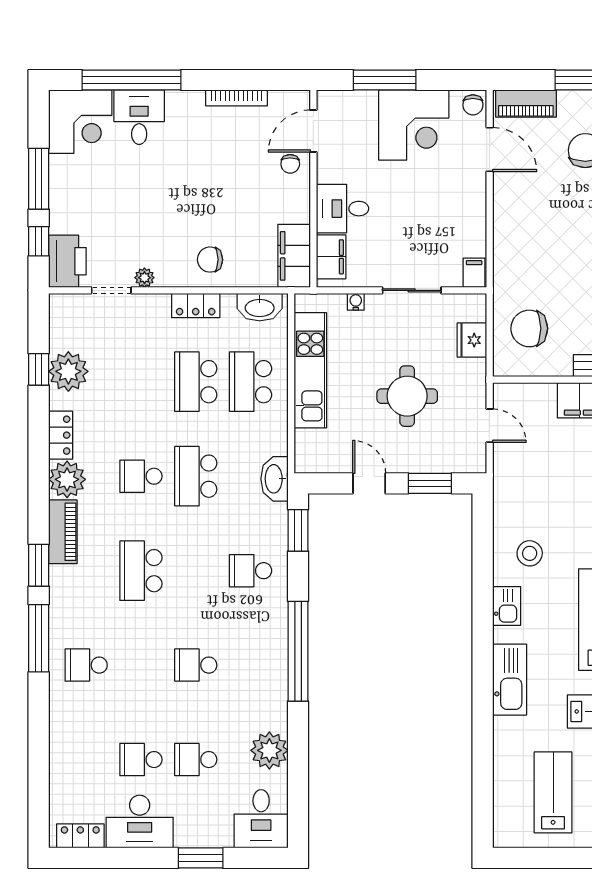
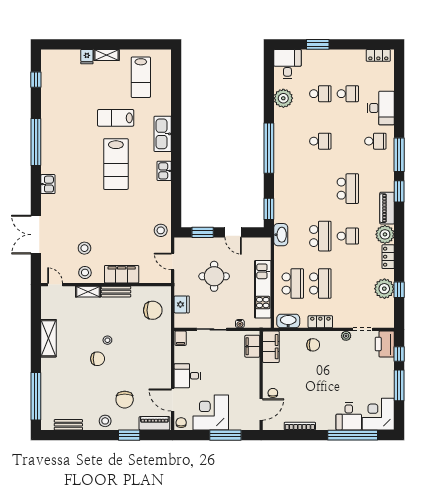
desk: (343, 209) -> (187, 376), moved, turned 180
stool: (530, 553) -> (161, 230), moved
school desk: (251, 571) -> (293, 189), removed
desk: (140, 822) -> (381, 108), moved, turned 90

